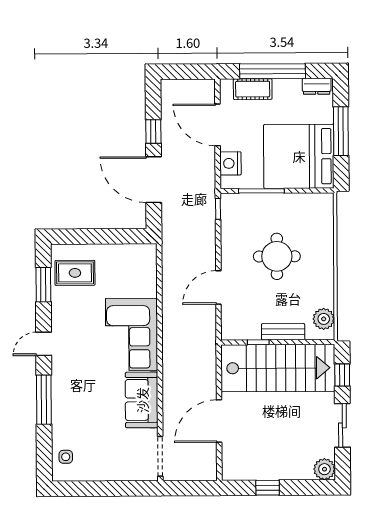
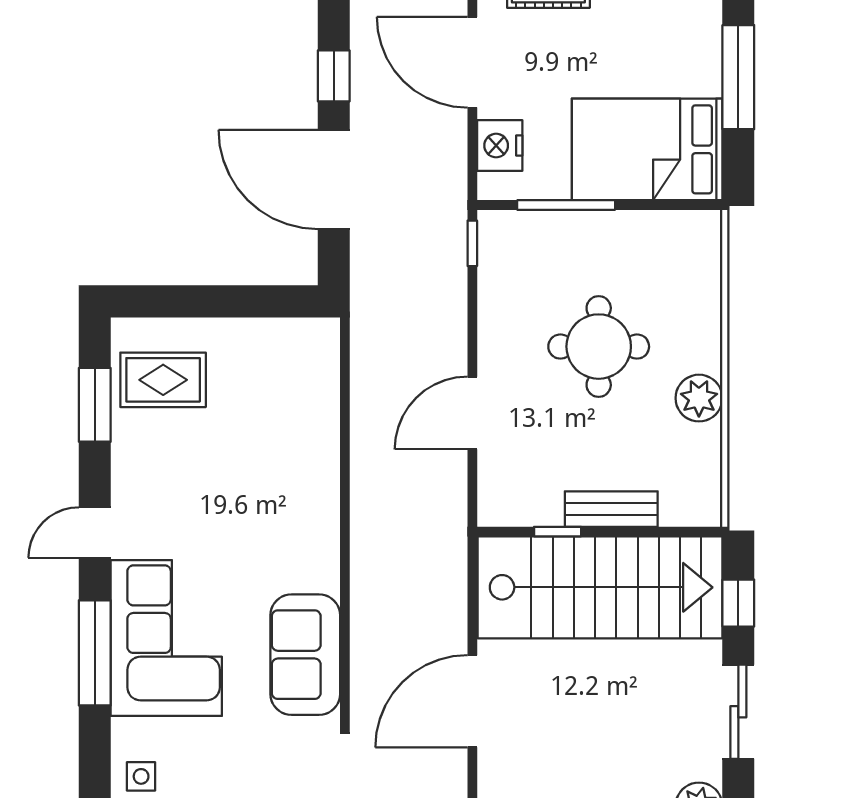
bed: (299, 156) -> (647, 149), width x0.73
plant: (324, 319) -> (699, 398), moved
corner sofa: (132, 334) -> (166, 638), moved, turned 180

